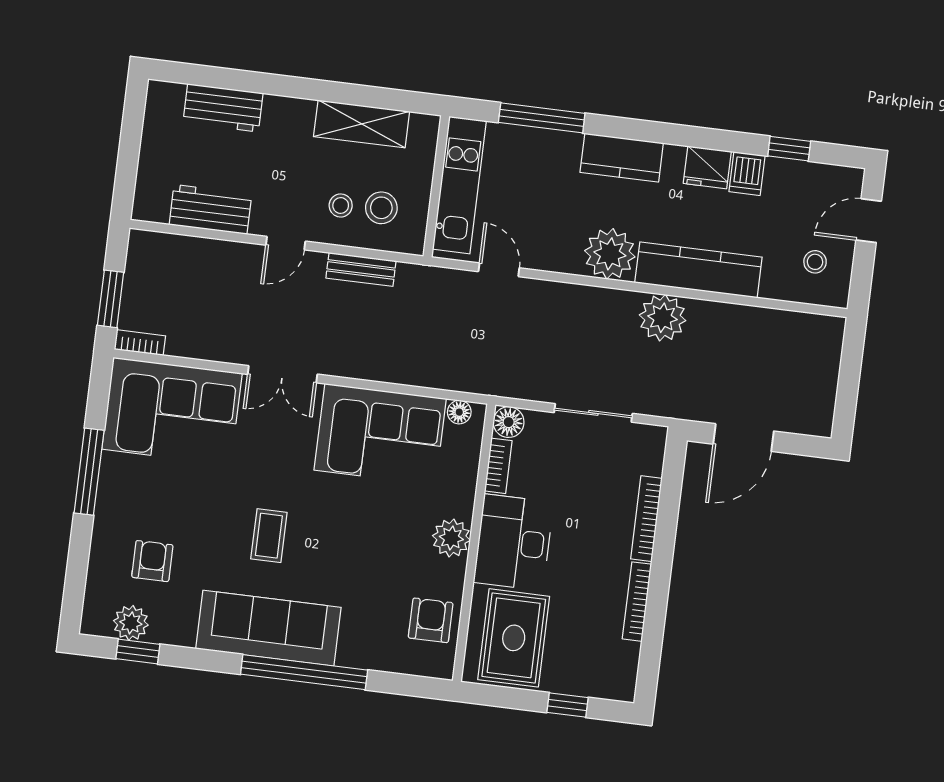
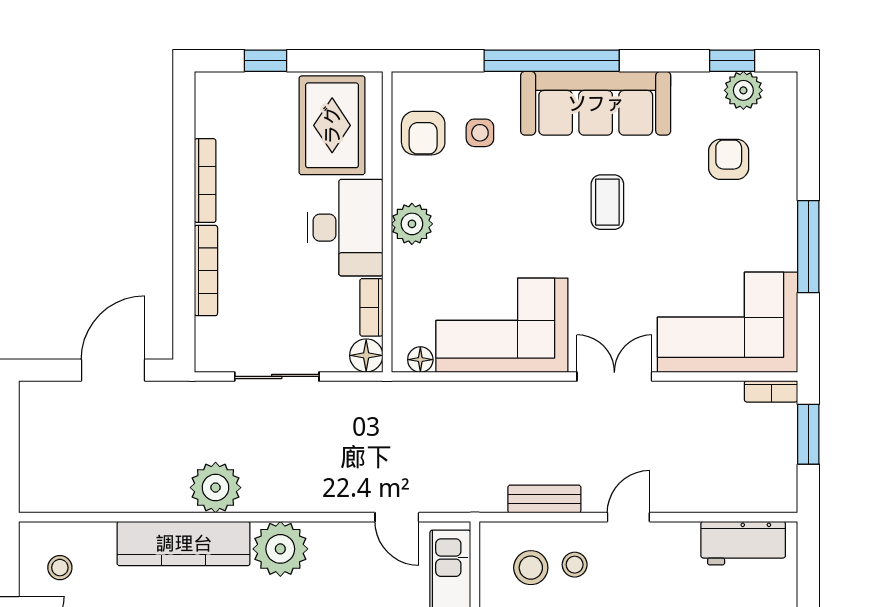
workbench: (210, 209) -> (743, 543), moved
armchair: (152, 561) -> (729, 159), turned 180
side table: (378, 614) -> (480, 133), added

